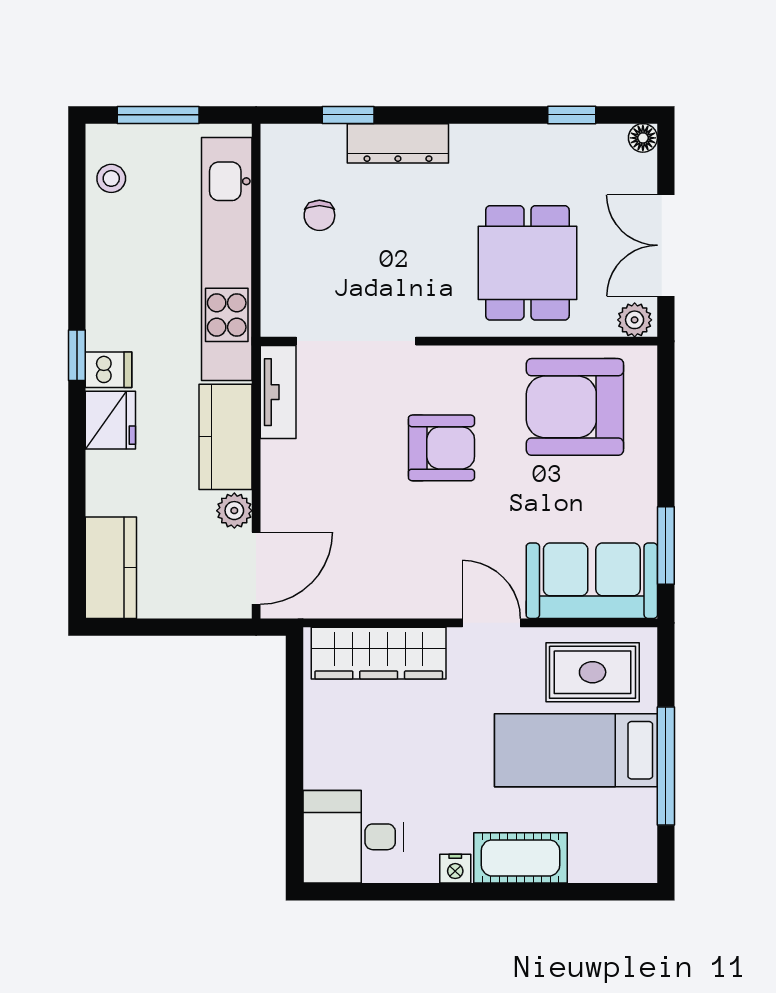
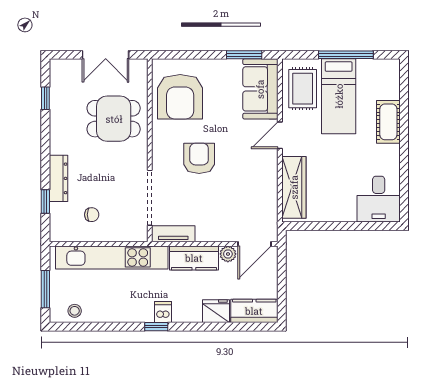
floor lamp: (643, 138) -> (56, 65), removed
plant: (635, 320) -> (140, 69), removed
fridge: (110, 420) -> (216, 311), moved
door: (256, 568) -> (255, 244), swing flipped
nightstand: (455, 869) -> (393, 152), removed

